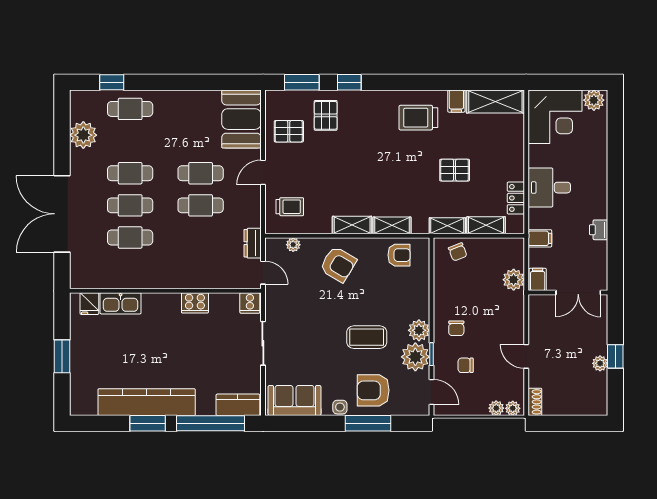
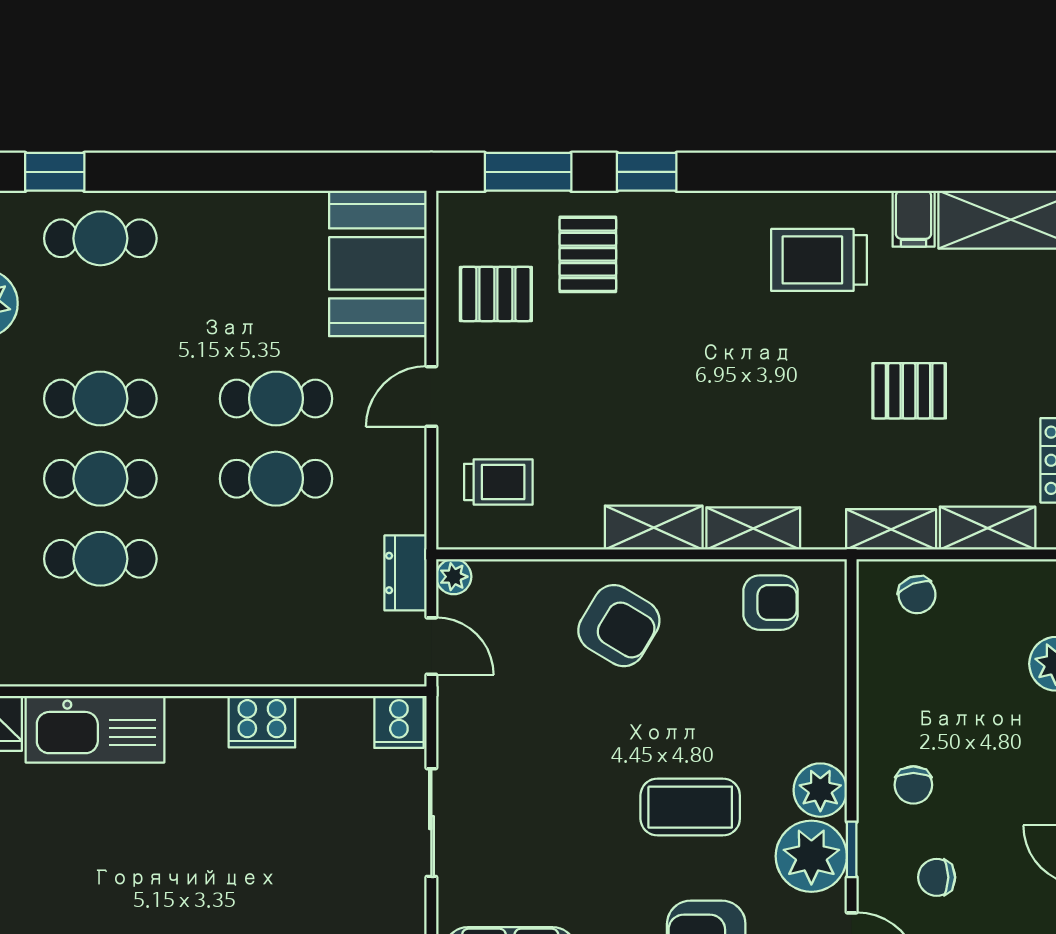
plant: (293, 245) -> (454, 577), moved
kitchen sink: (121, 303) -> (95, 729), width x1.36, depth x1.24

